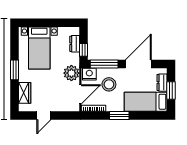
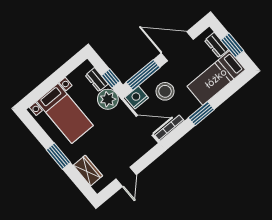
door: (138, 64) -> (177, 46), hinge flipped
plant: (71, 73) -> (108, 99), moved
door: (80, 94) -> (145, 125), hinge flipped

